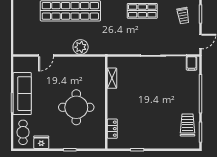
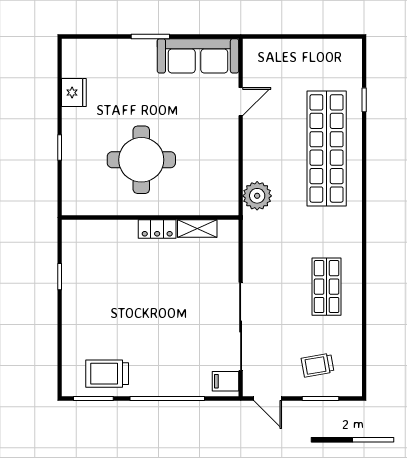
plant: (81, 47) -> (257, 196), moved
door: (46, 56) -> (241, 102), swing flipped
sofa: (22, 94) -> (198, 56), moved
trolley: (188, 125) -> (107, 374), turned 180
locker: (112, 129) -> (157, 229), moved
cafe table: (23, 132) -> (93, 57), removed

